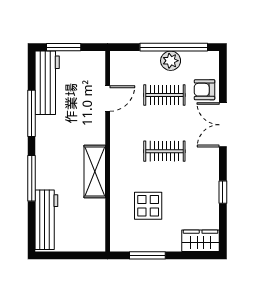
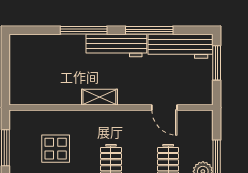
shelving: (95, 171) -> (99, 97), width x0.67, depth x0.75
workbench: (46, 220) -> (116, 45), moved

